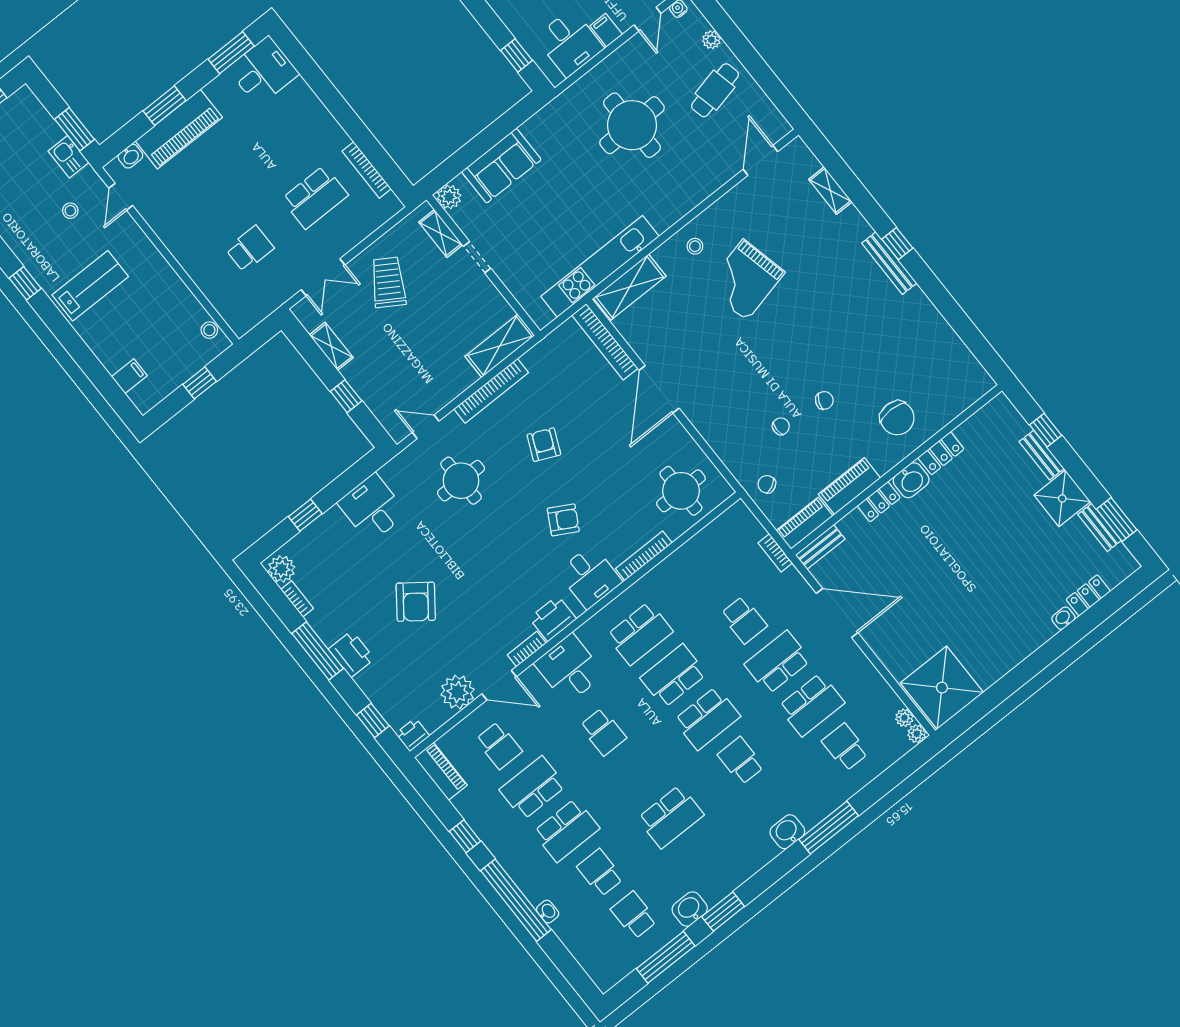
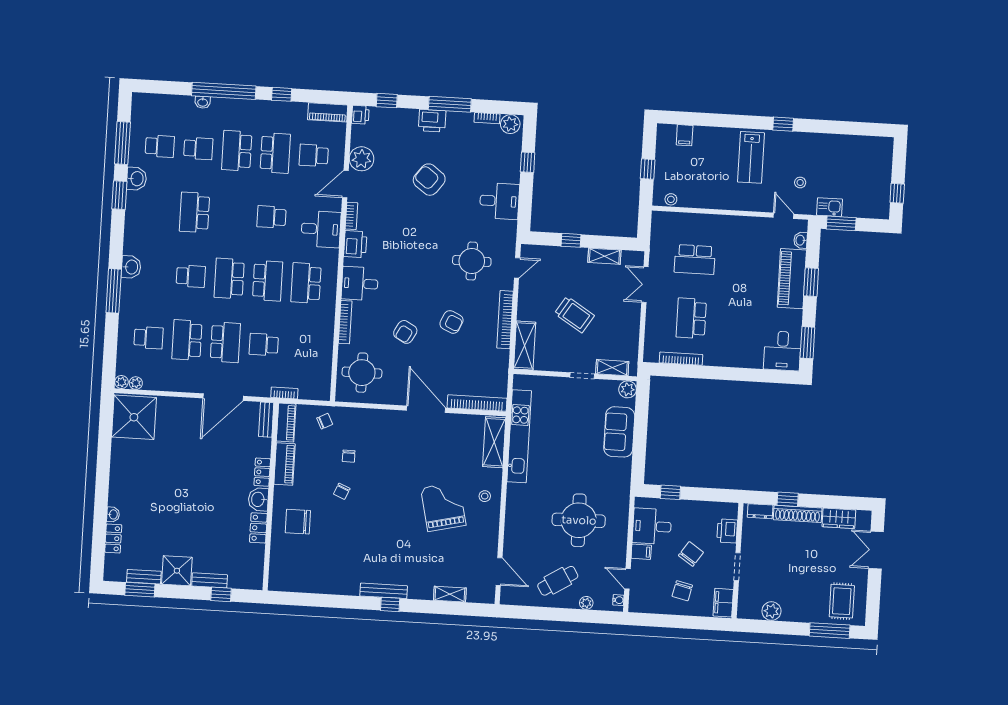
cafe table: (715, 90) -> (558, 581), turned 71
school desk: (250, 249) -> (695, 259), width x1.85
trolley: (388, 282) -> (574, 315), moved
armchair: (563, 520) -> (405, 332), moved

